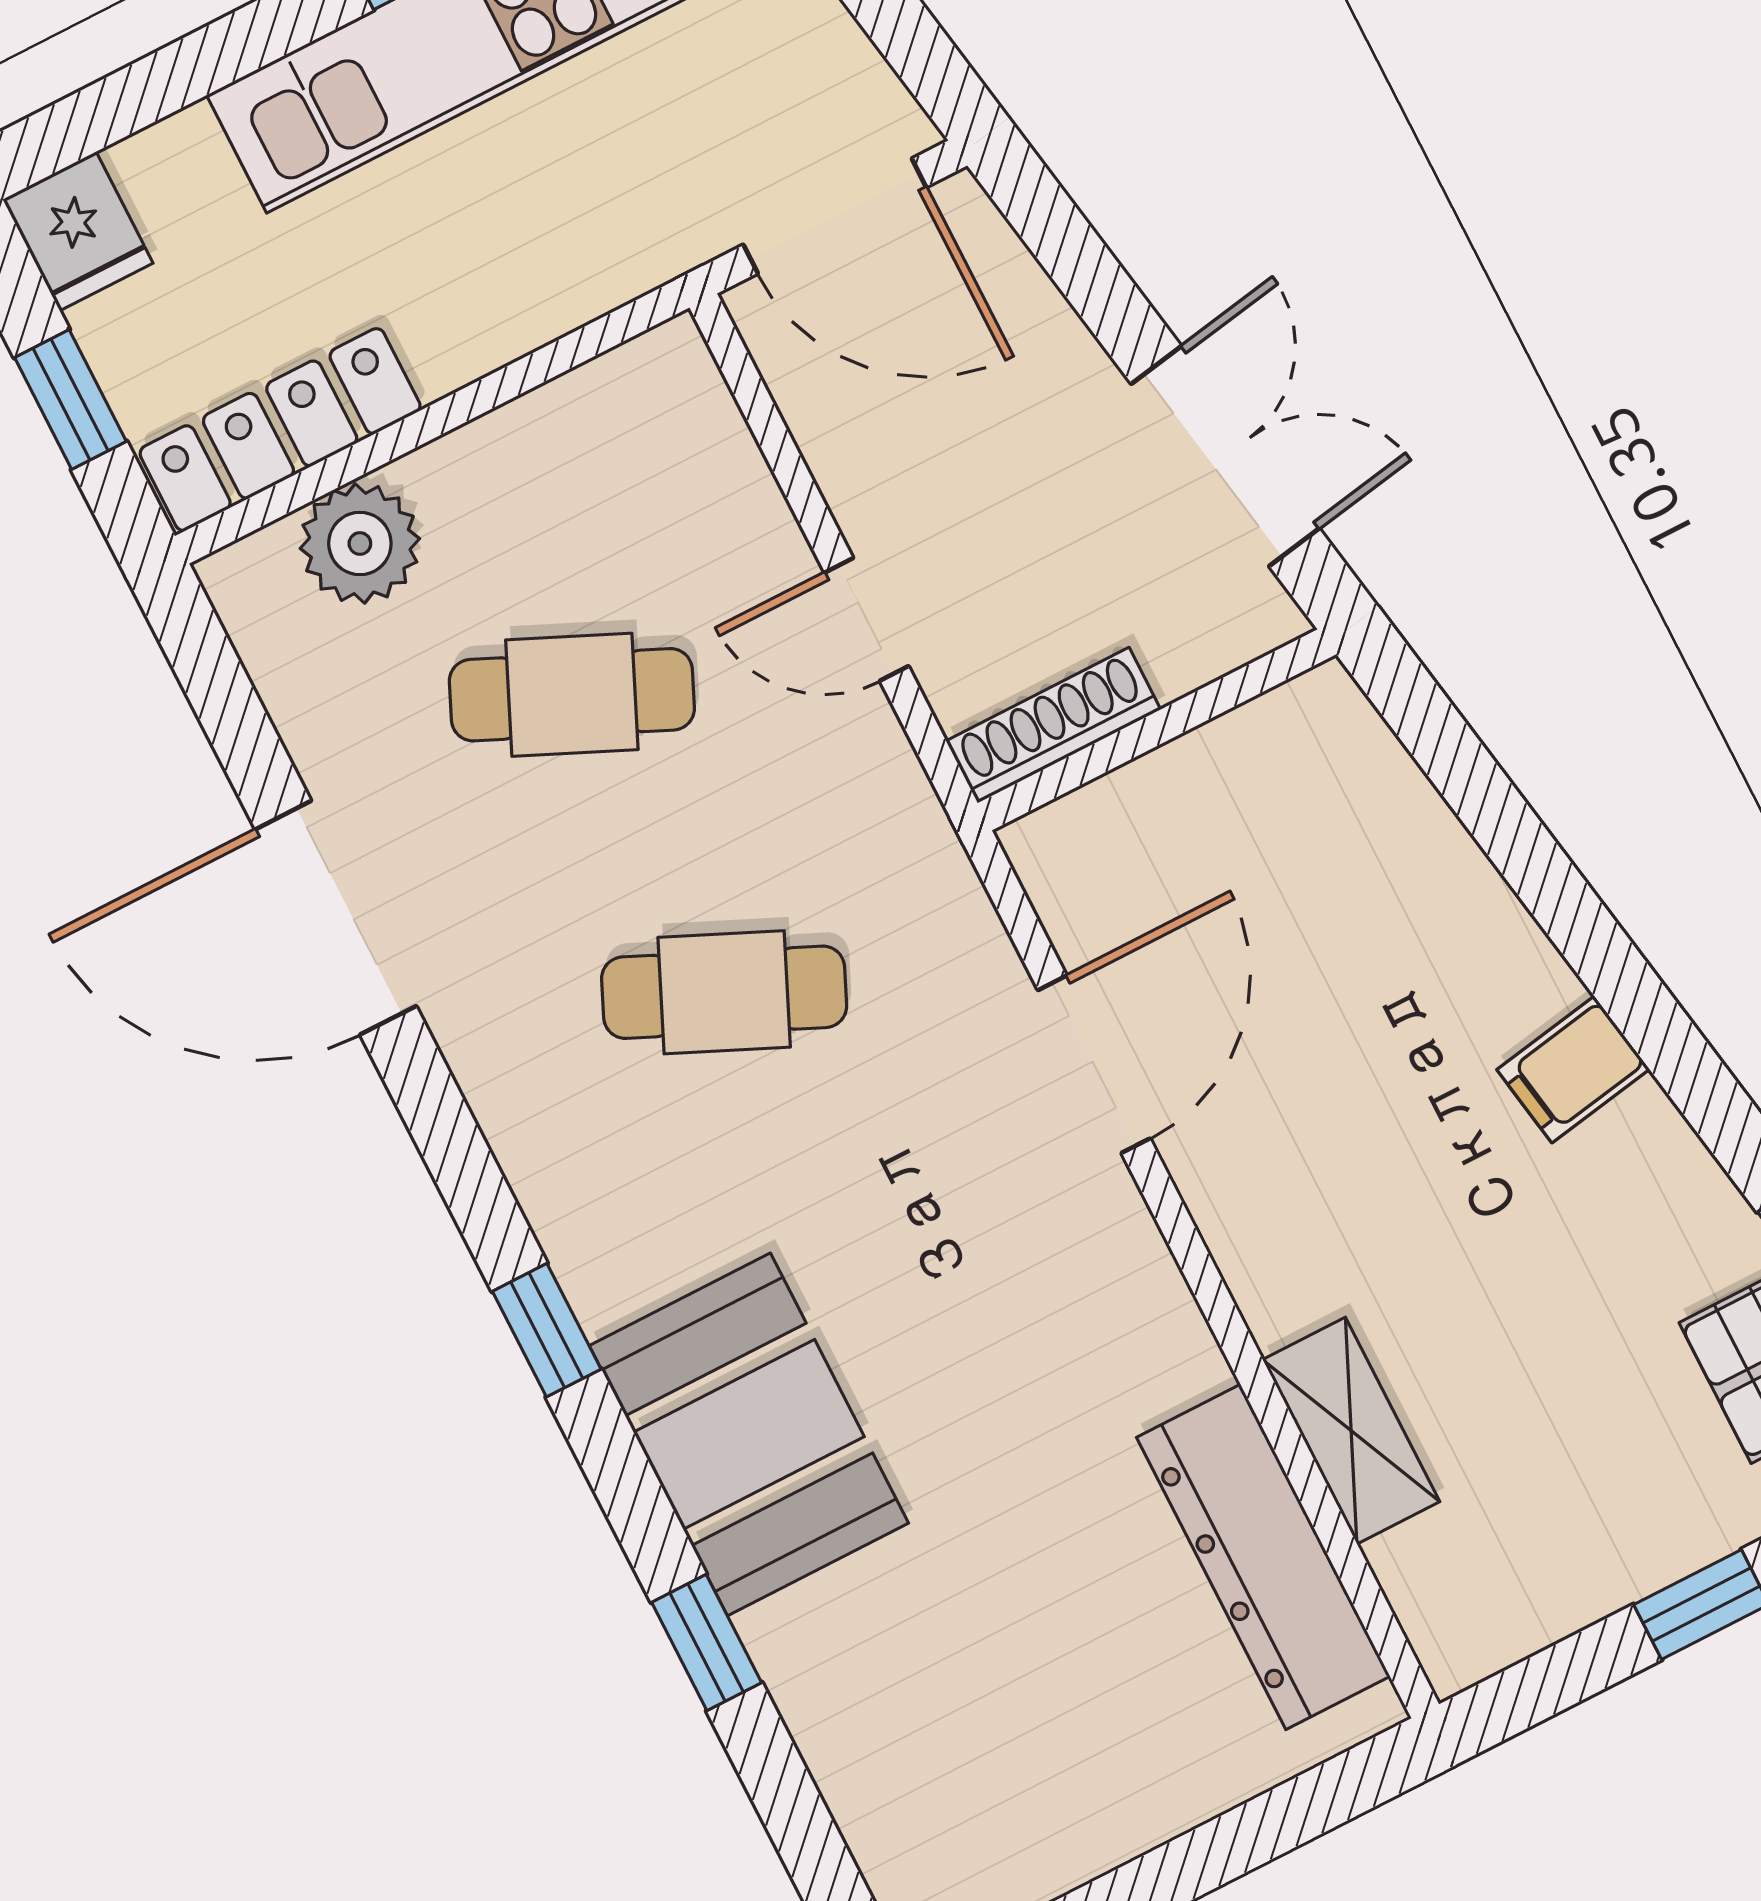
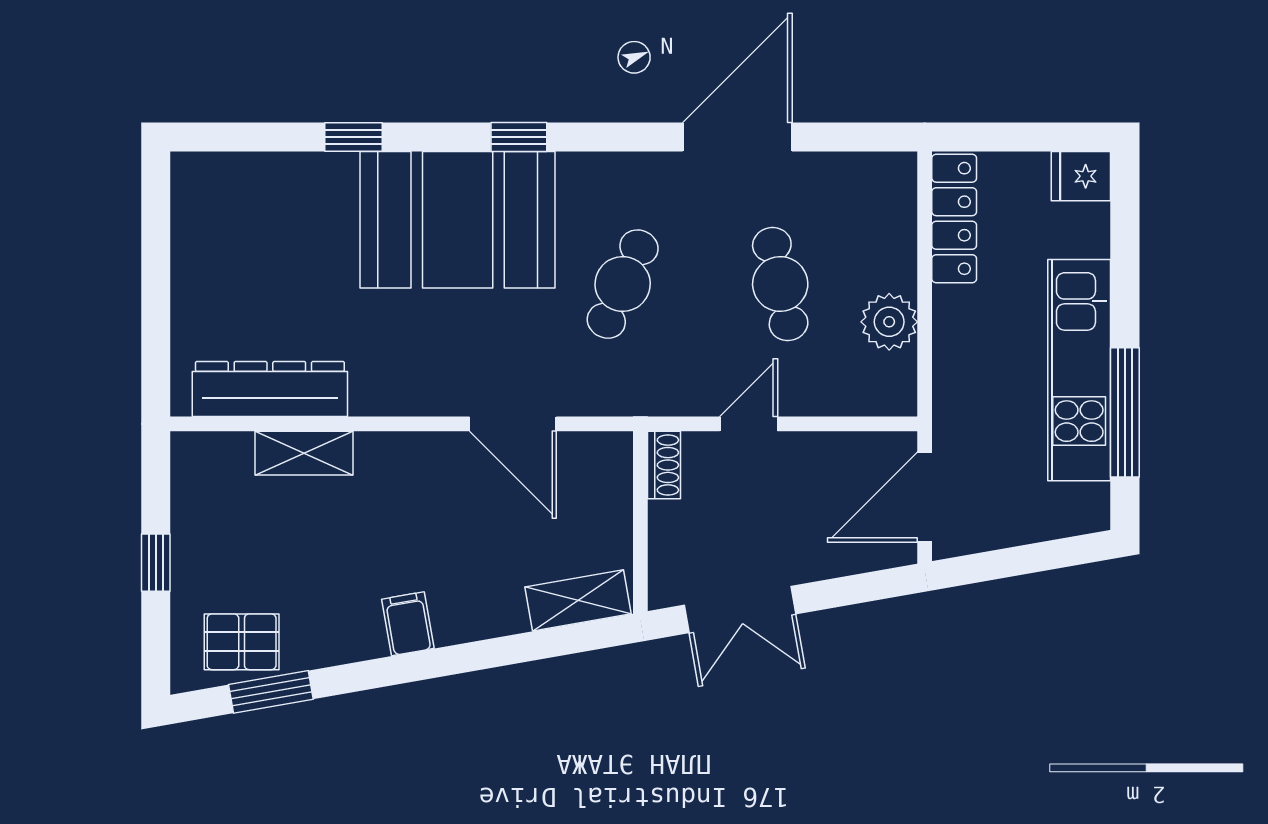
window: (70, 399) -> (1012, 137), removed
plant: (360, 544) -> (889, 322), moved
cafe table: (572, 695) -> (780, 284), turned -36
shoe rack: (1053, 725) -> (664, 465), width x0.70
shelving: (1365, 771) -> (578, 600), added
booth: (749, 1434) -> (458, 220), width x1.36, depth x1.42

